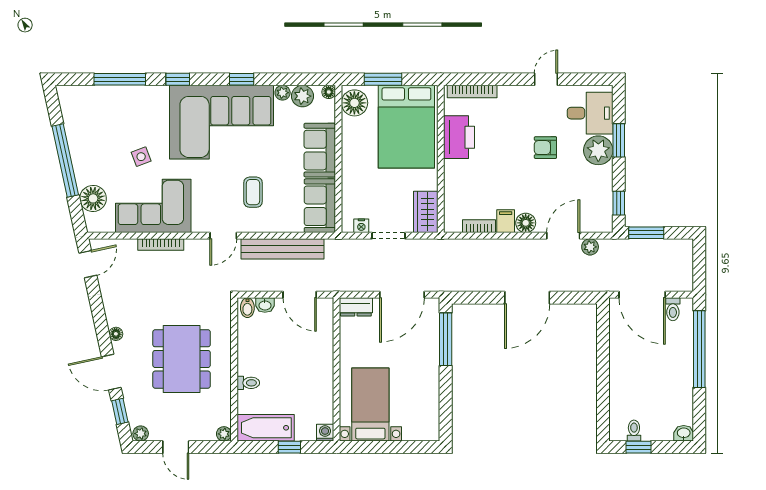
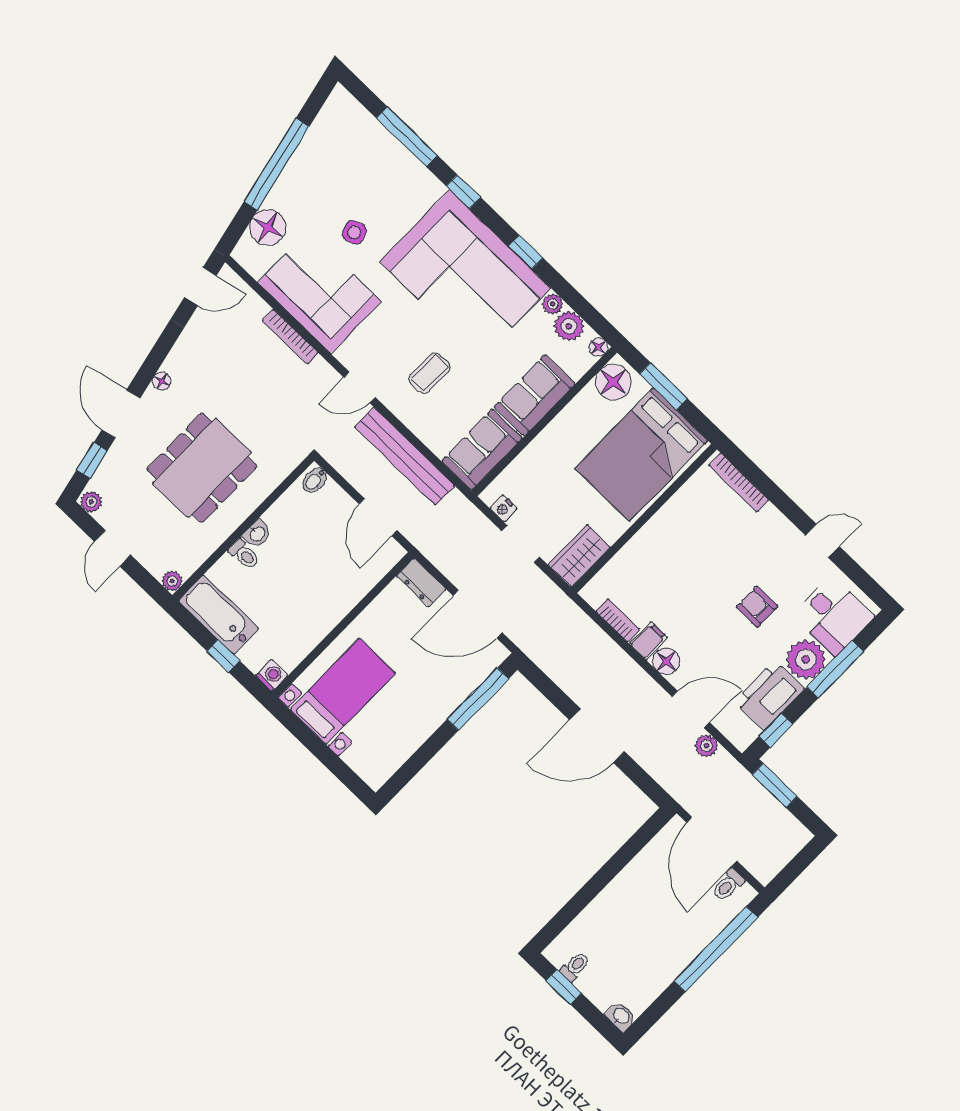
printer: (459, 137) -> (769, 695), moved, turned 180
window: (619, 140) -> (835, 669), width x1.44
washbasin: (265, 305) -> (257, 534), moved, turned -90

